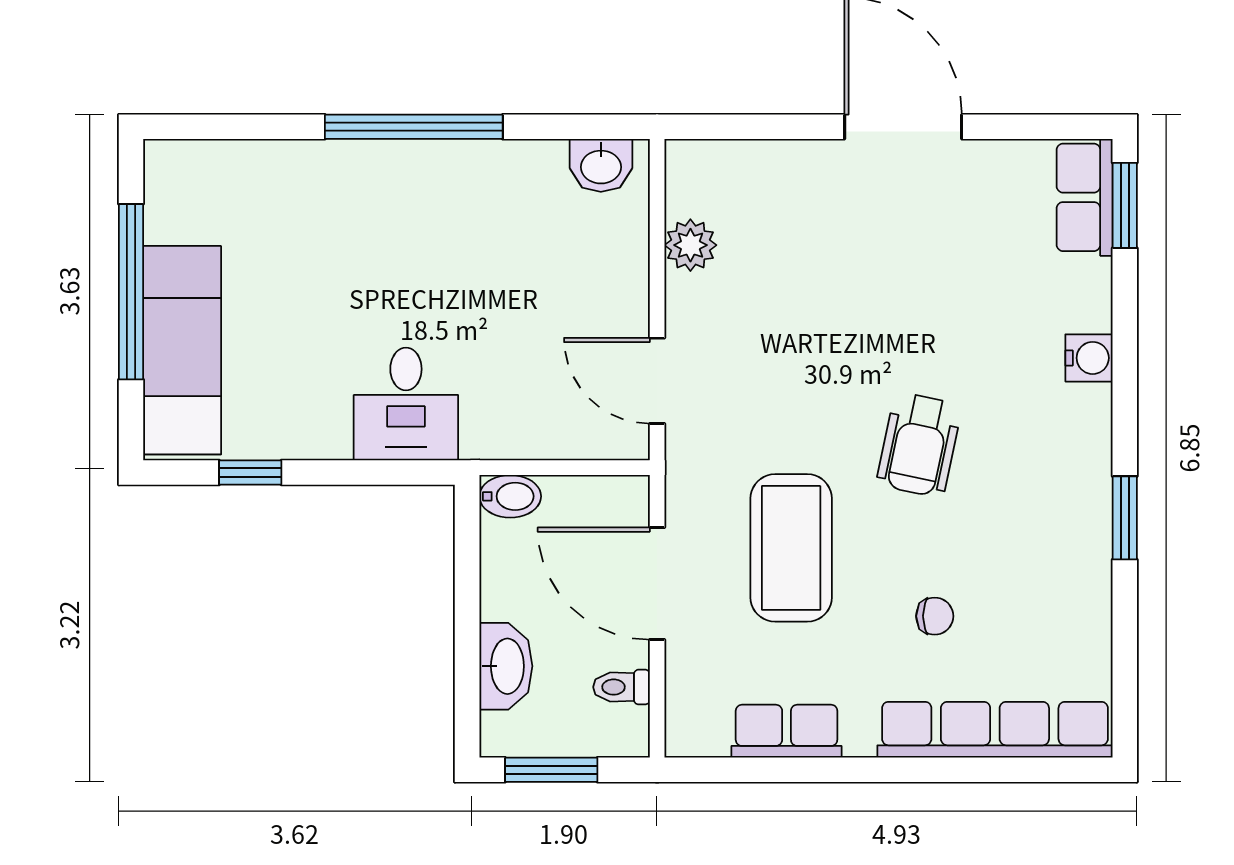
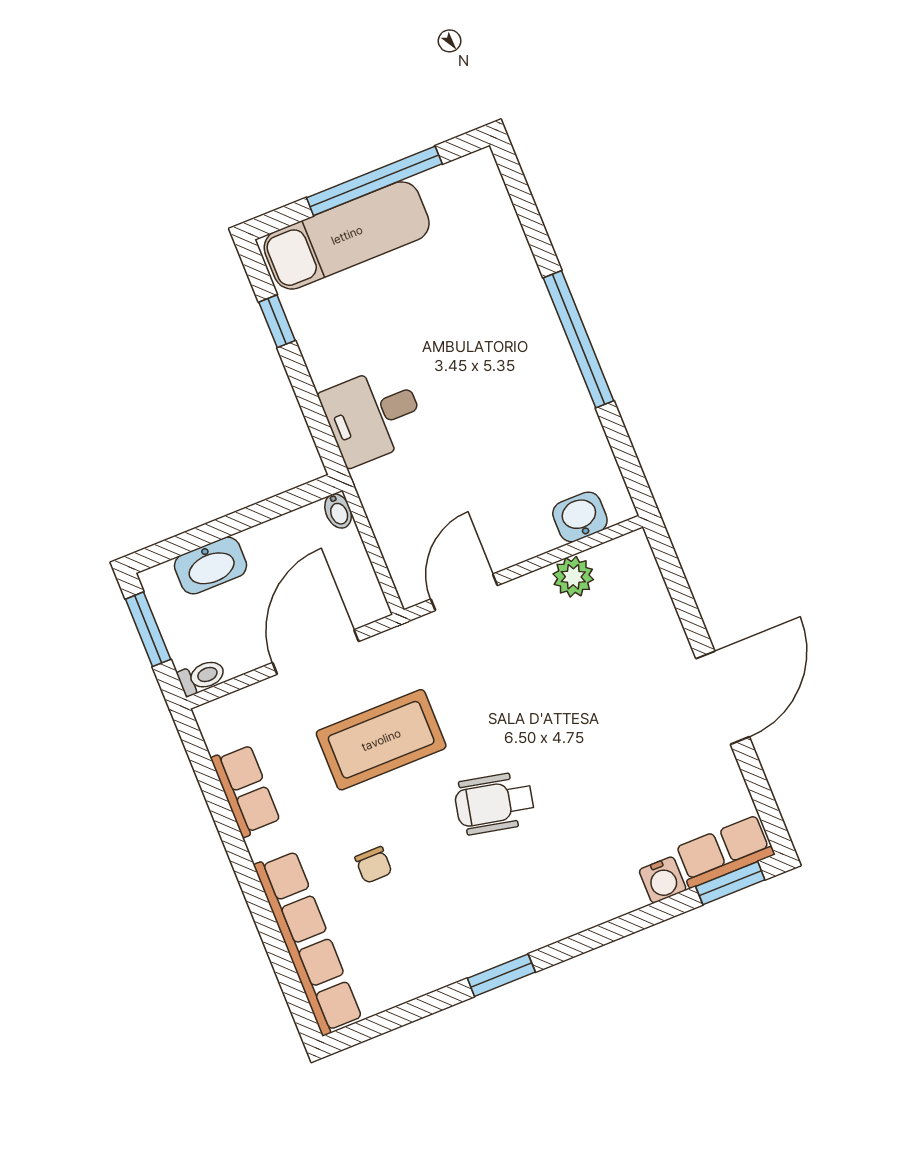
washbasin: (601, 165) -> (580, 517), moved, turned 90
water cooler: (1089, 358) -> (663, 880), moved
bidet: (510, 496) -> (338, 511), width x0.72, depth x0.74
toilet: (621, 687) -> (202, 677), moved, turned 90

